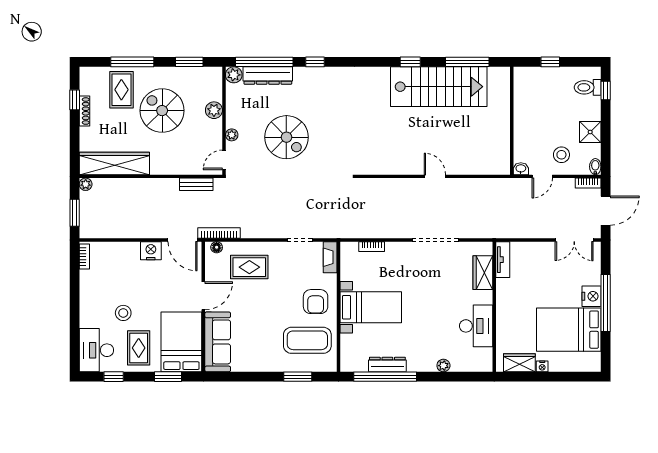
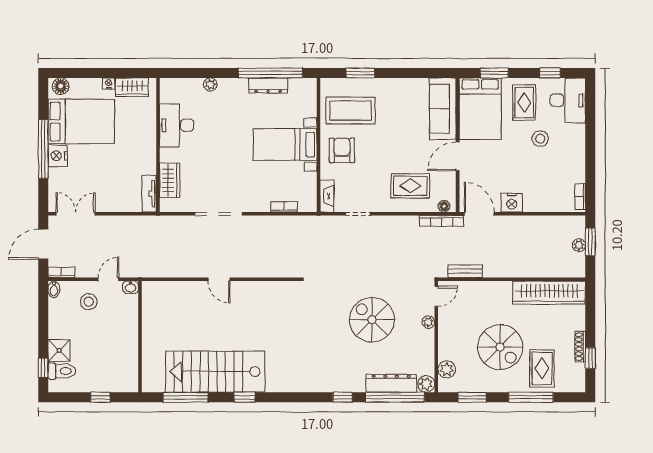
plant: (214, 110) -> (447, 369), moved
shower: (590, 132) -> (59, 350), moved
plant: (86, 184) -> (579, 245), moved
floor lamp: (589, 364) -> (61, 86), added

